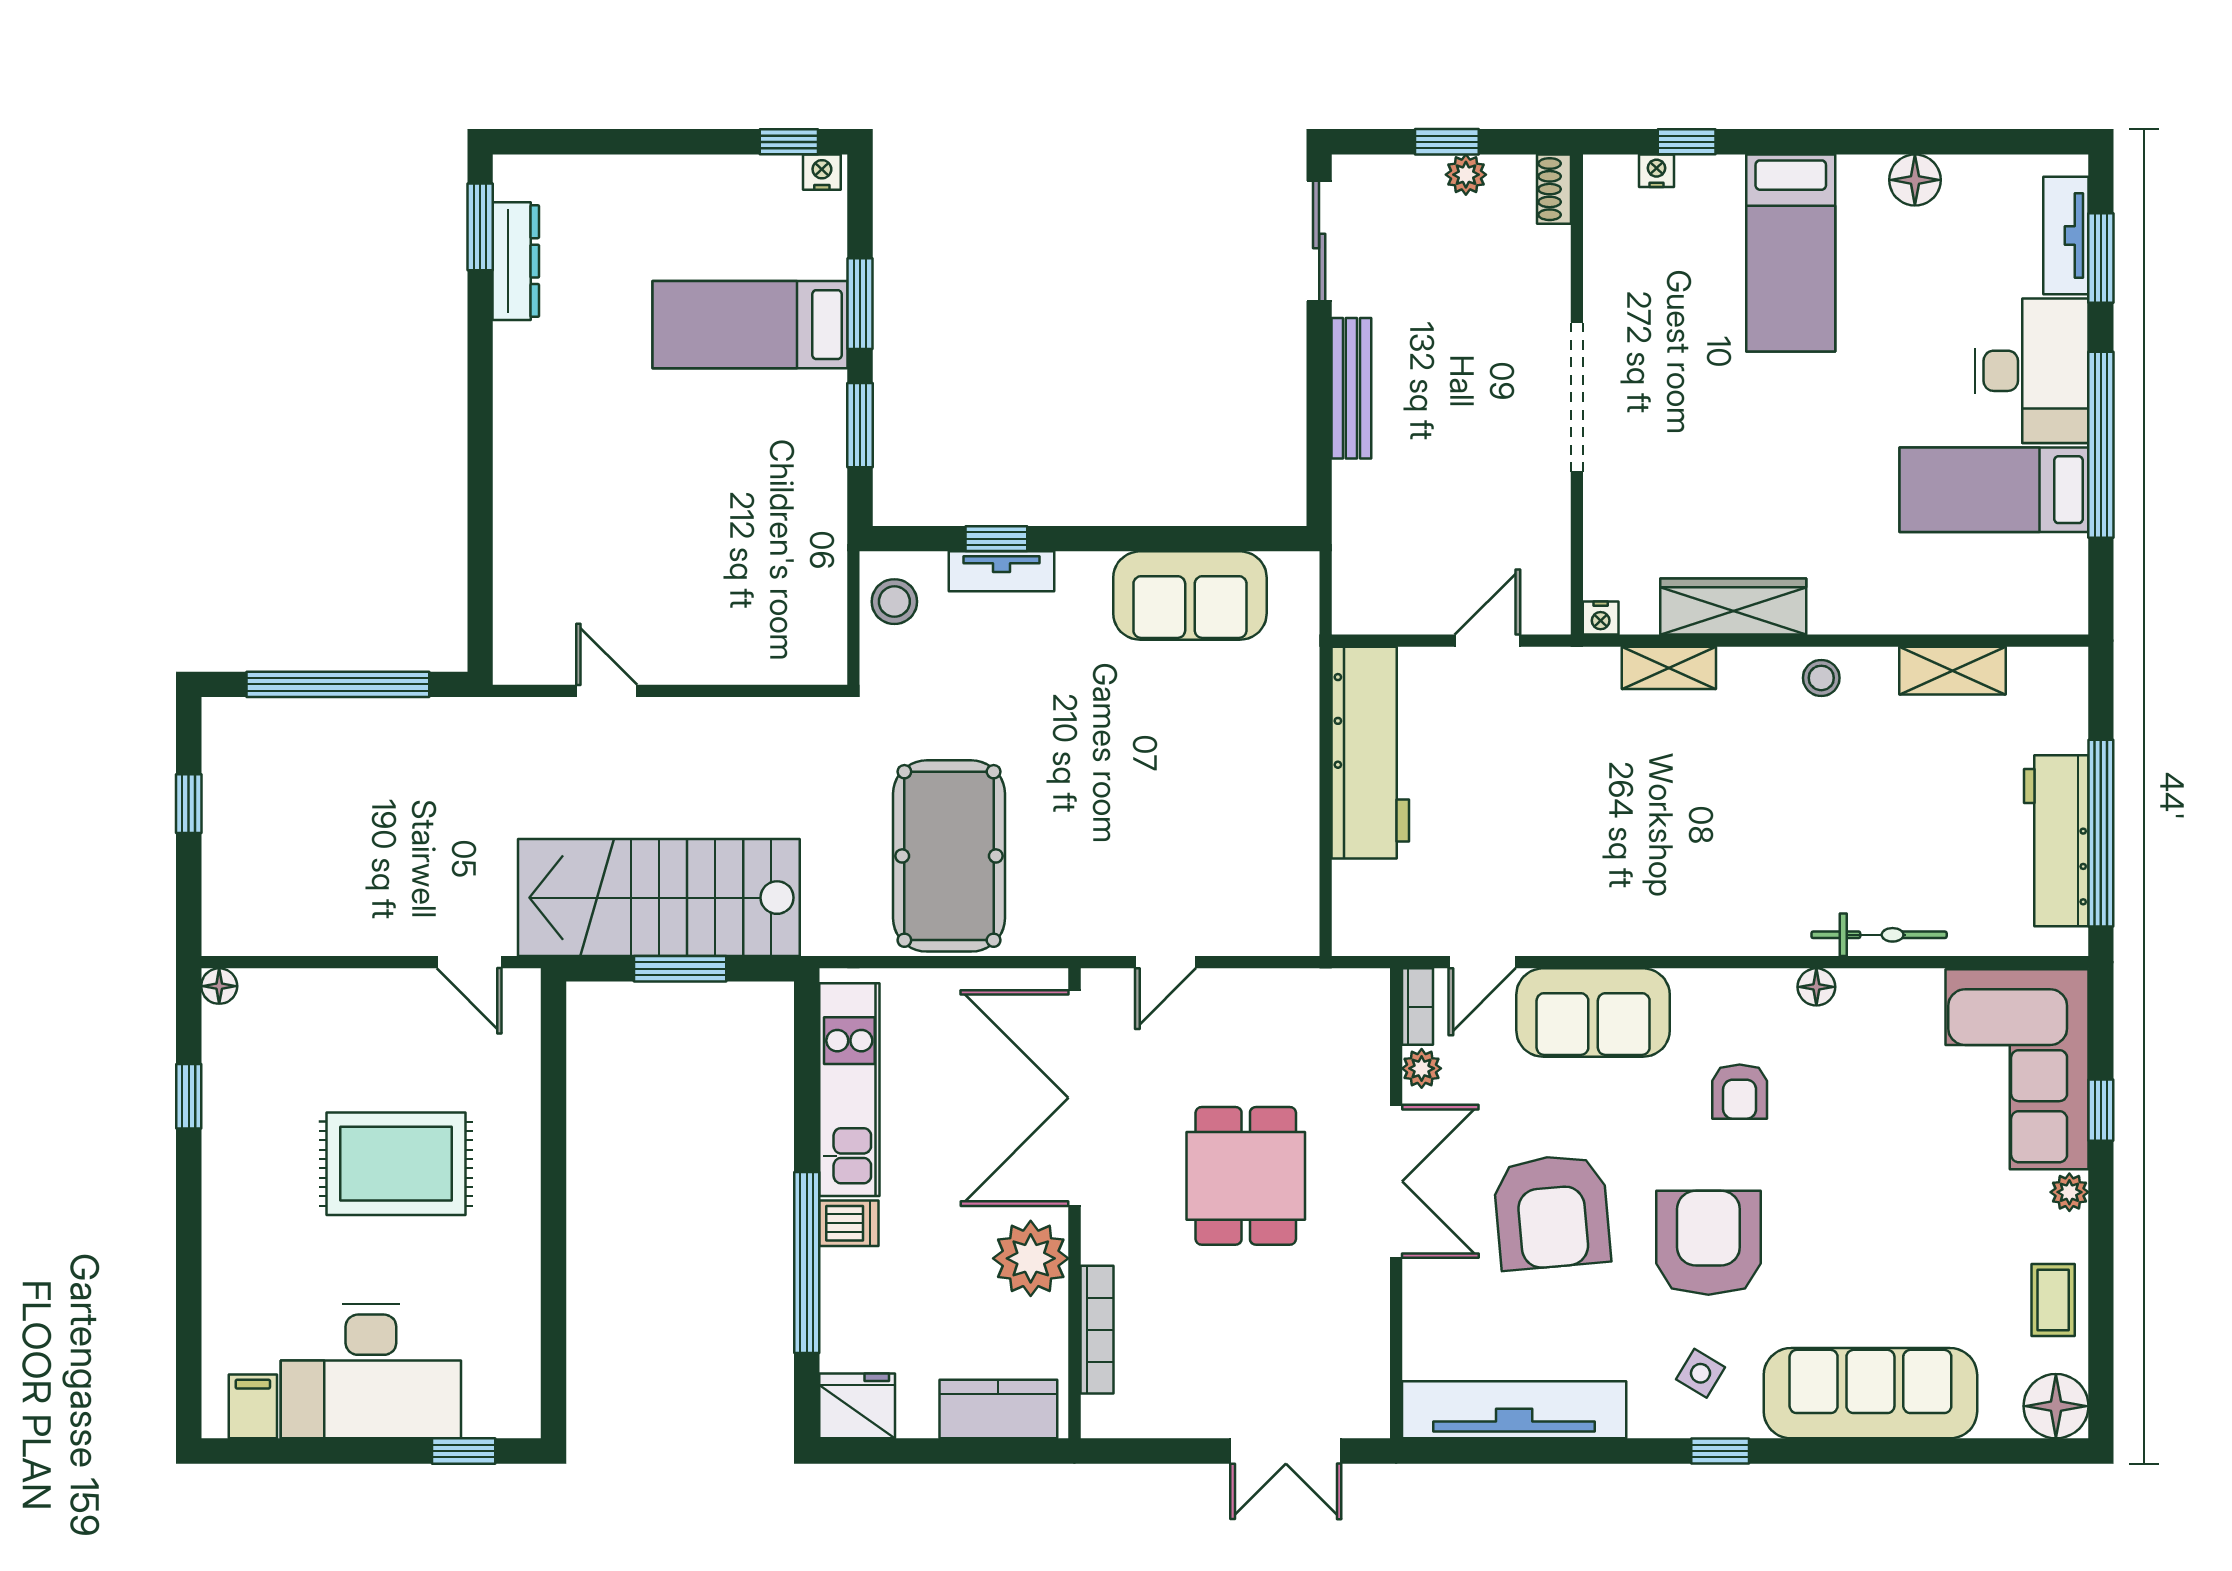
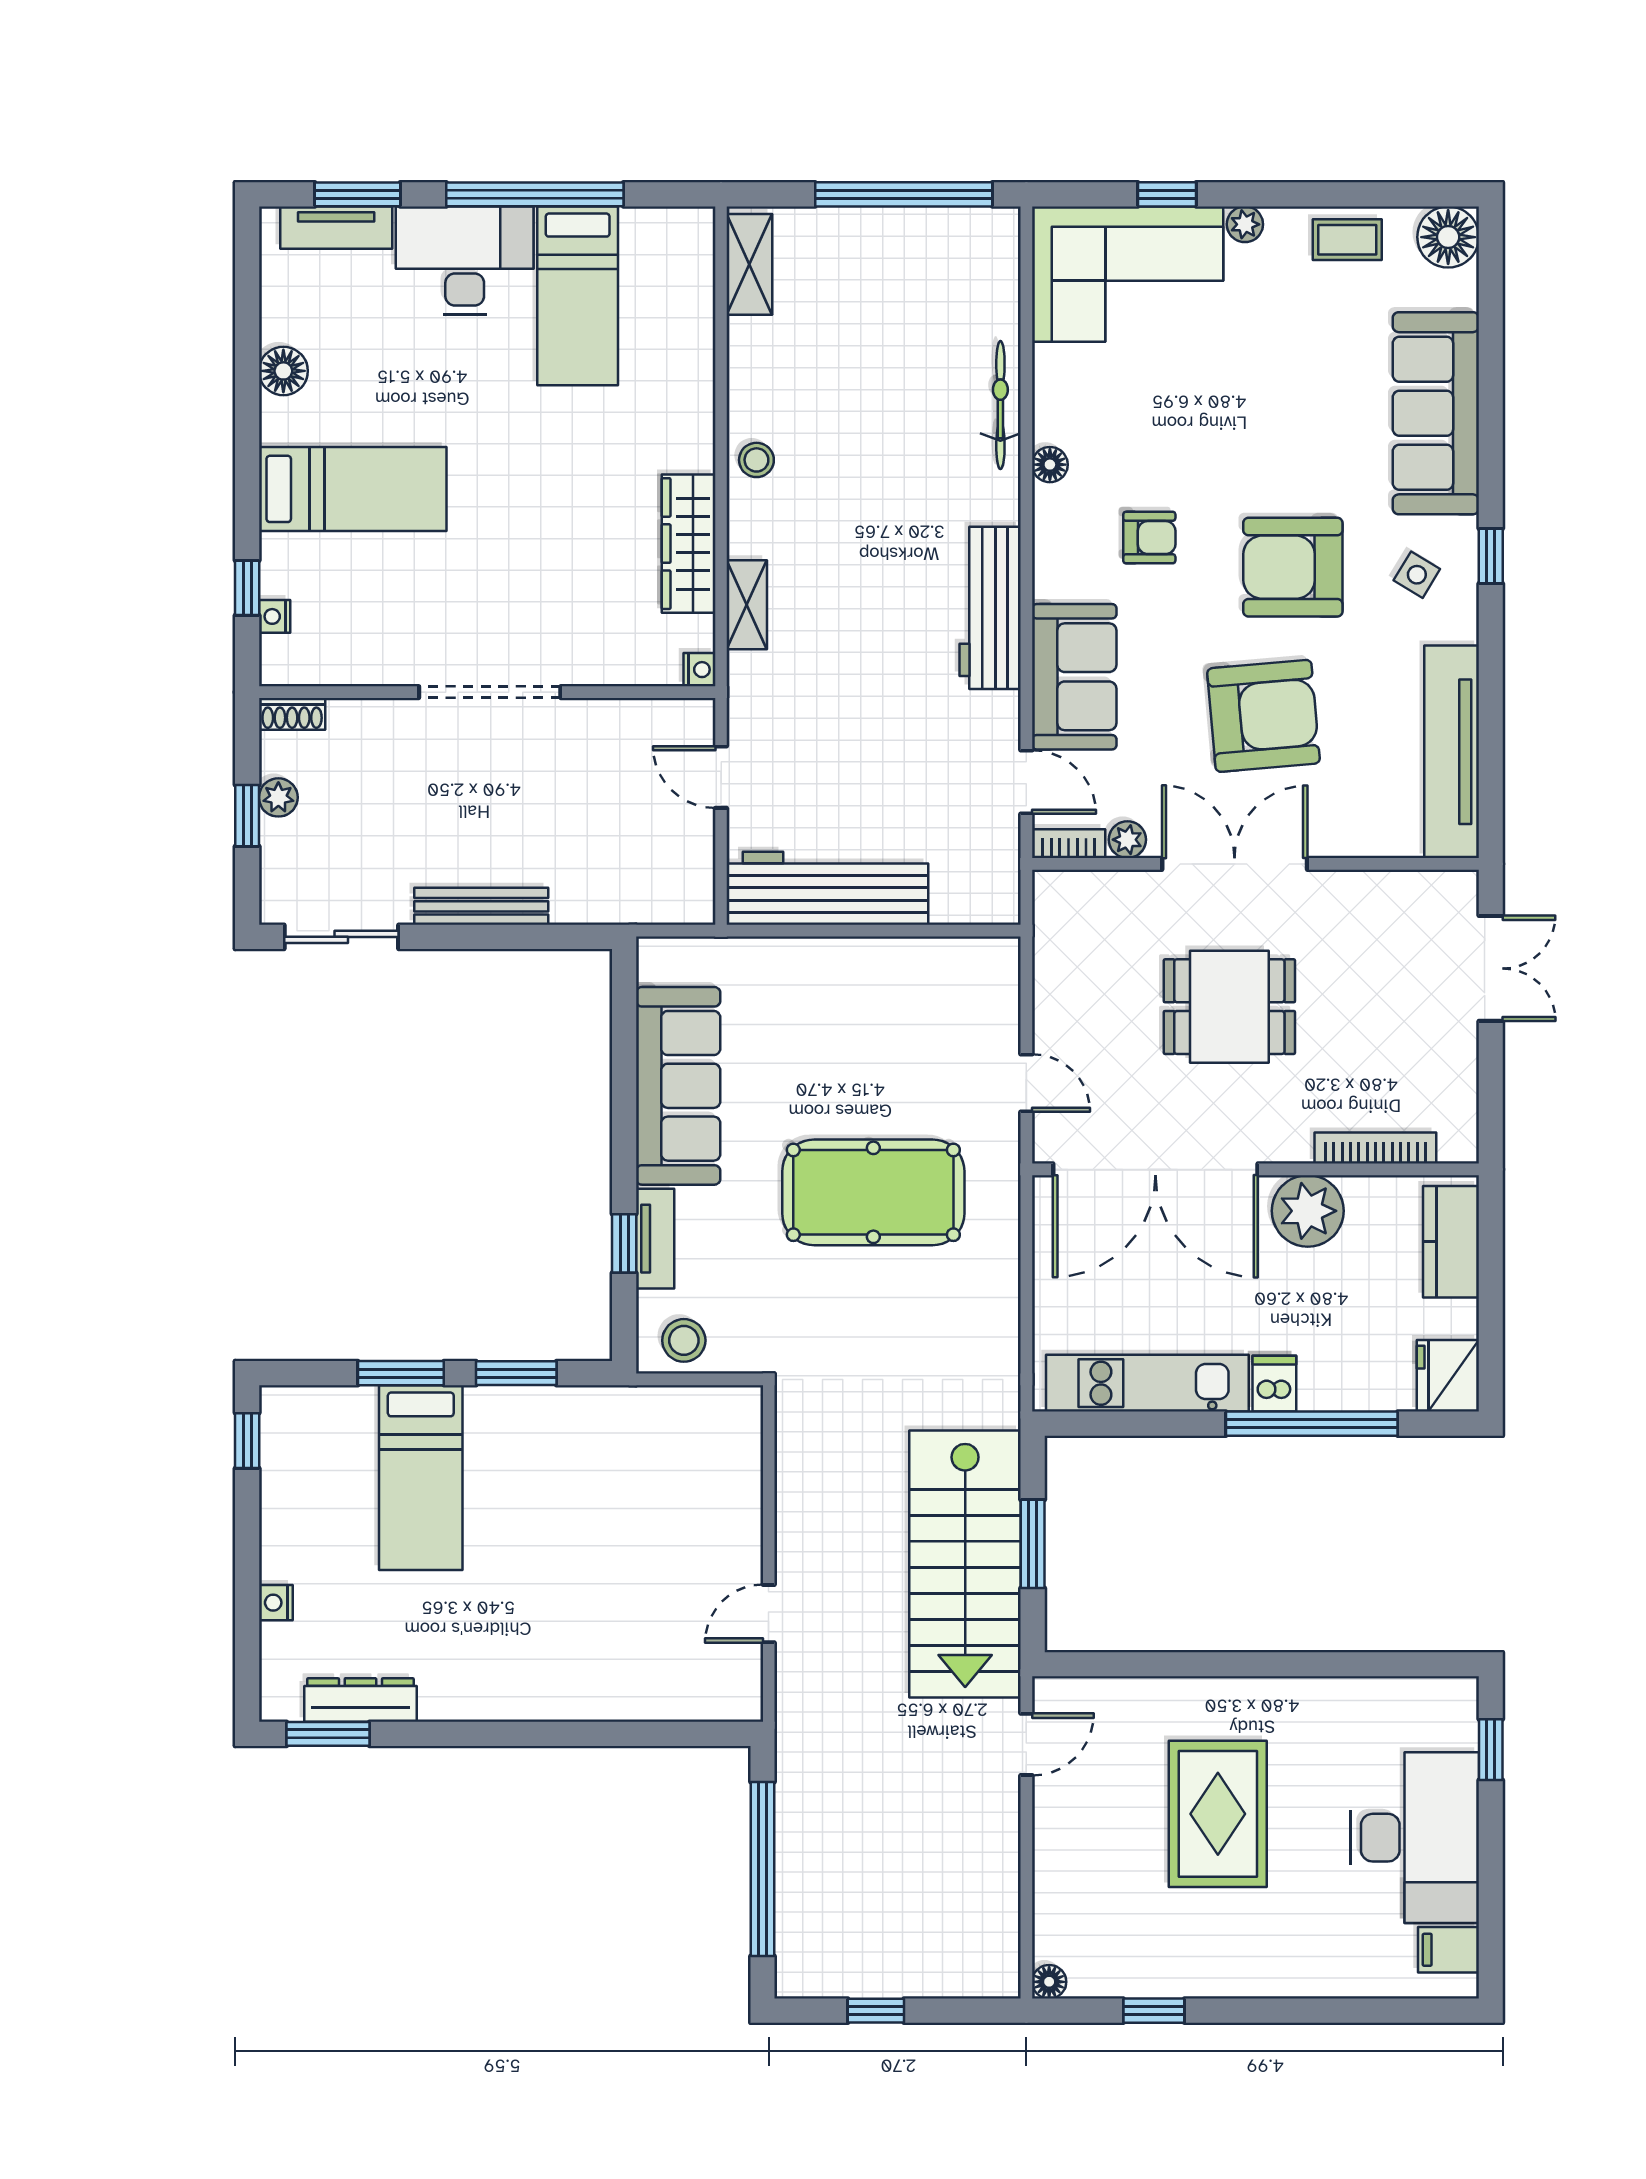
nightstand: (822, 172) -> (276, 1603), moved
sofa: (1190, 596) -> (678, 1086), width x1.36
shelving: (1952, 671) -> (749, 264), moved
workbench: (2056, 841) -> (990, 608), moved, turned 90
pool table: (949, 856) -> (873, 1192), moved

